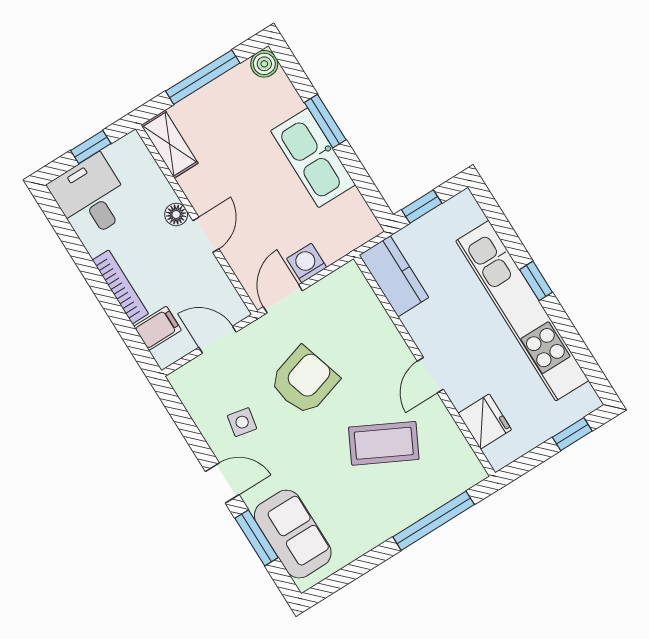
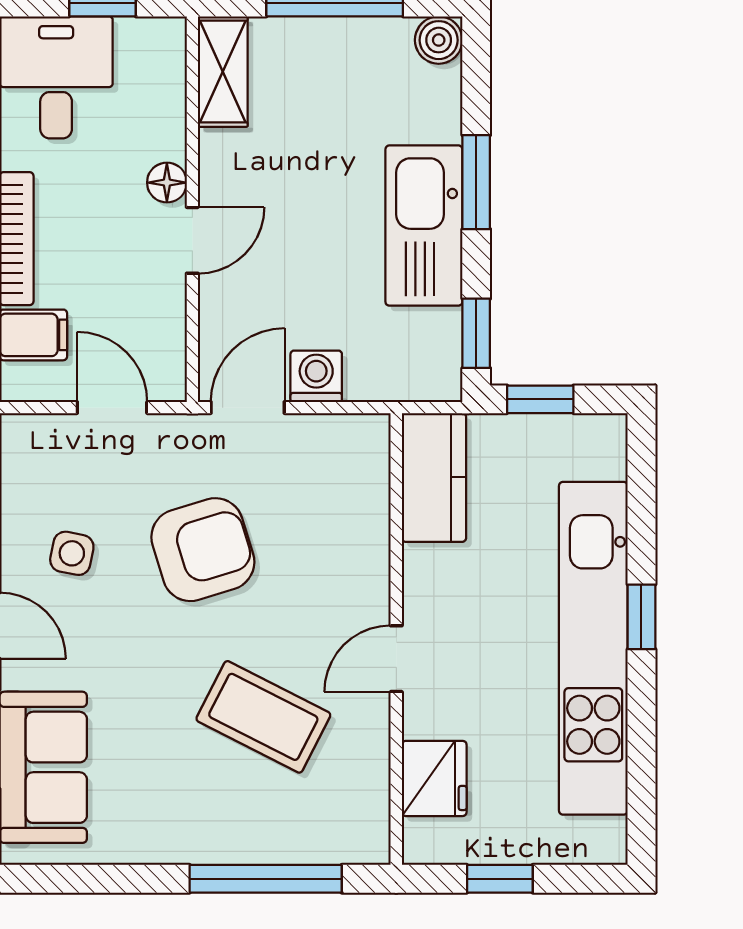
window: (371, 194) -> (476, 333), added
window: (572, 434) -> (500, 879), moved

